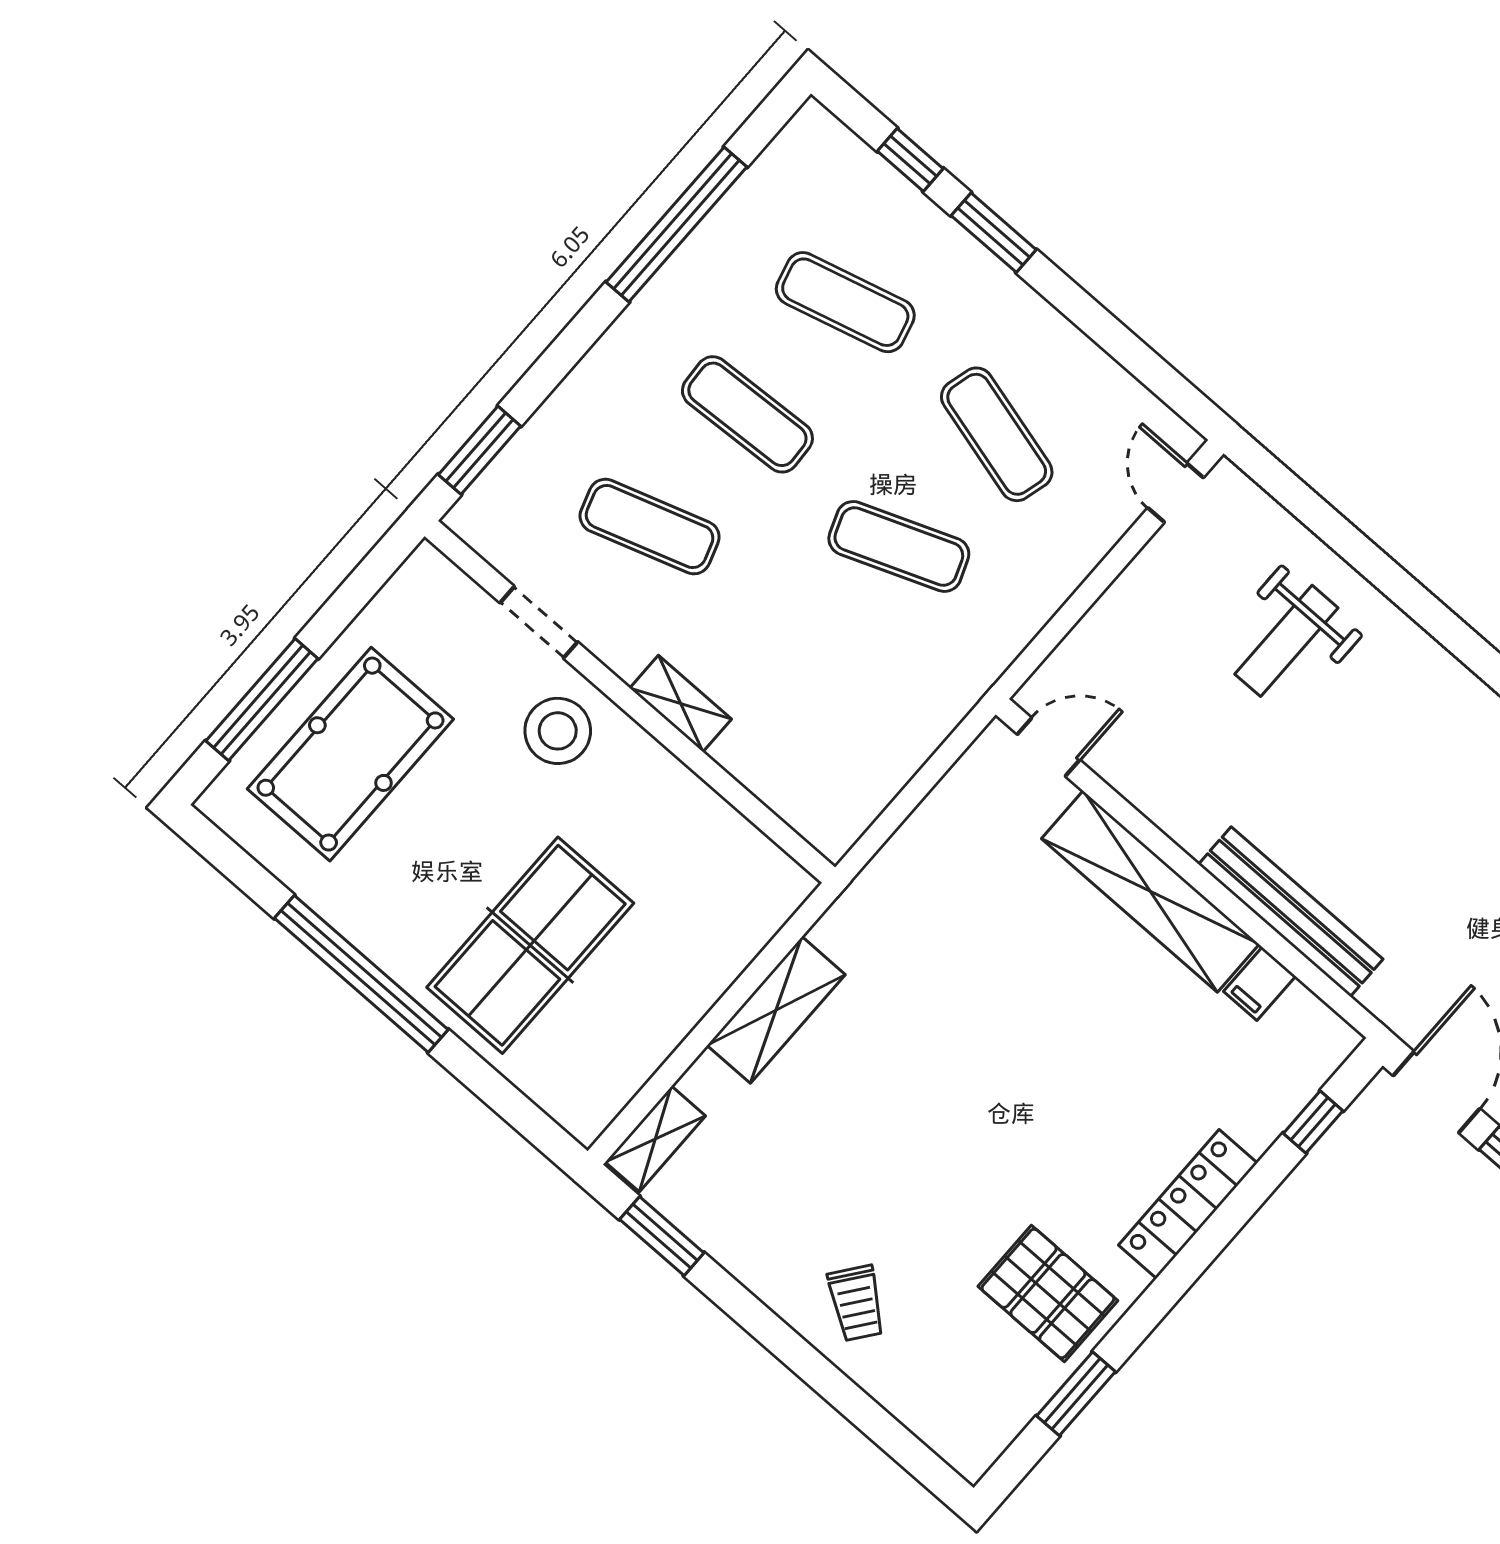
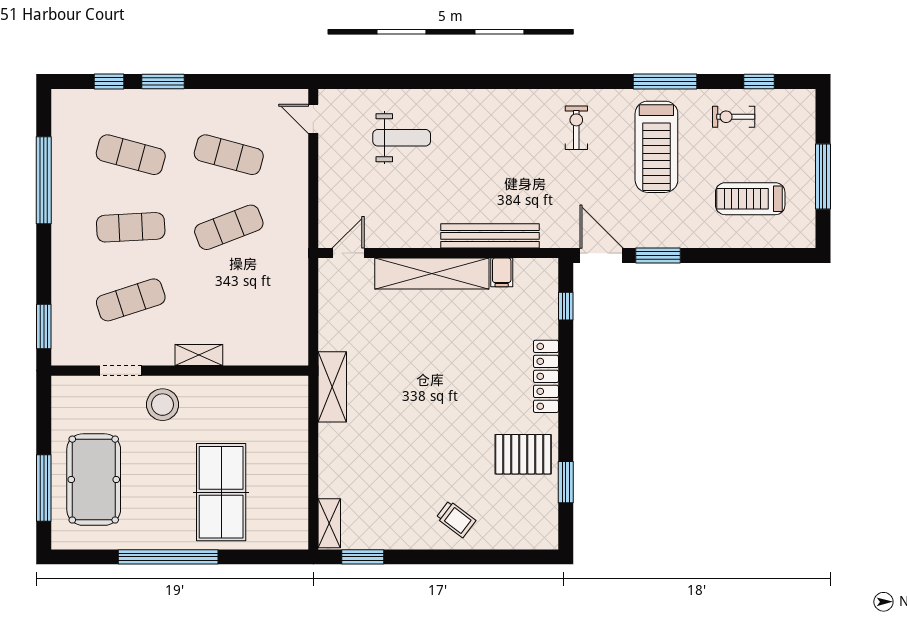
exercise mat: (845, 302) -> (131, 155), turned 30
weight bench: (1286, 641) -> (402, 138), turned -90
shelving: (776, 1010) -> (332, 387), moved

